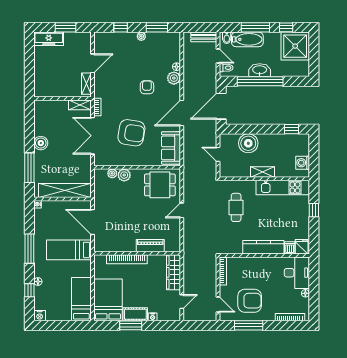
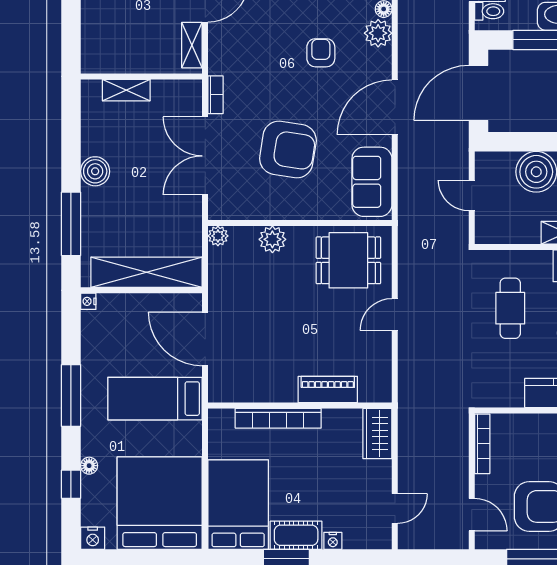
shelving: (80, 105) -> (126, 90), moved
plant: (112, 173) -> (218, 236), moved
wardrobe: (174, 272) -> (377, 434), width x0.67
bed: (81, 299) -> (160, 503), width x2.04

